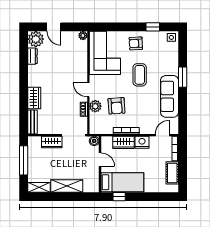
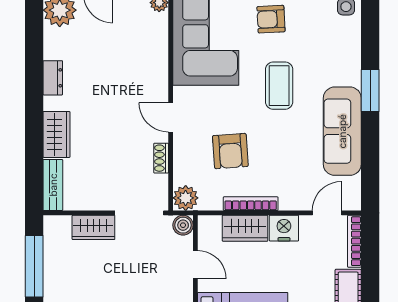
dresser: (32, 56) -> (53, 78), moved
plant: (95, 106) -> (186, 198), moved

